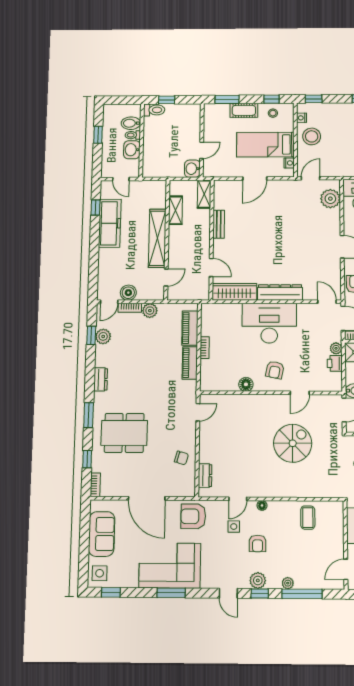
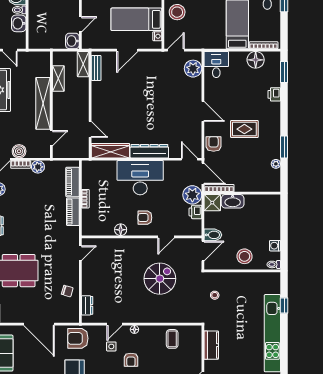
bench: (219, 224) -> (96, 68), moved
plant: (336, 348) -> (192, 195), width x1.87, depth x1.87
armchair: (275, 370) -> (145, 218), turned 79

